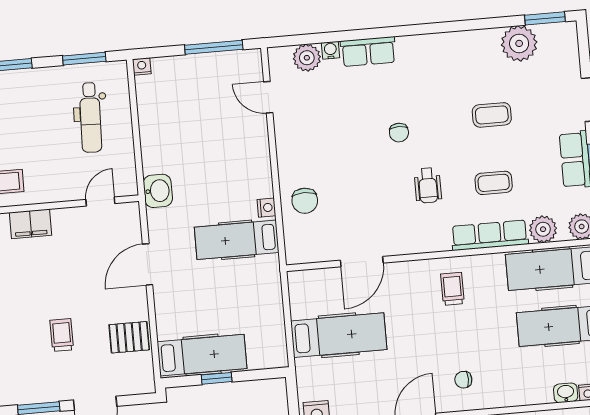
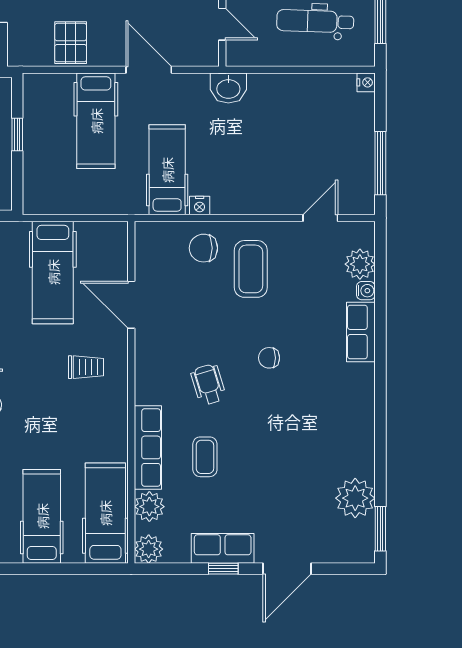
coffee table: (492, 115) -> (251, 269), moved, width x1.36, depth x1.30
wheelchair: (428, 185) -> (208, 384), turned 73
trolley: (452, 289) -> (86, 367), moved
hospital bed: (202, 355) -> (96, 121), moved

